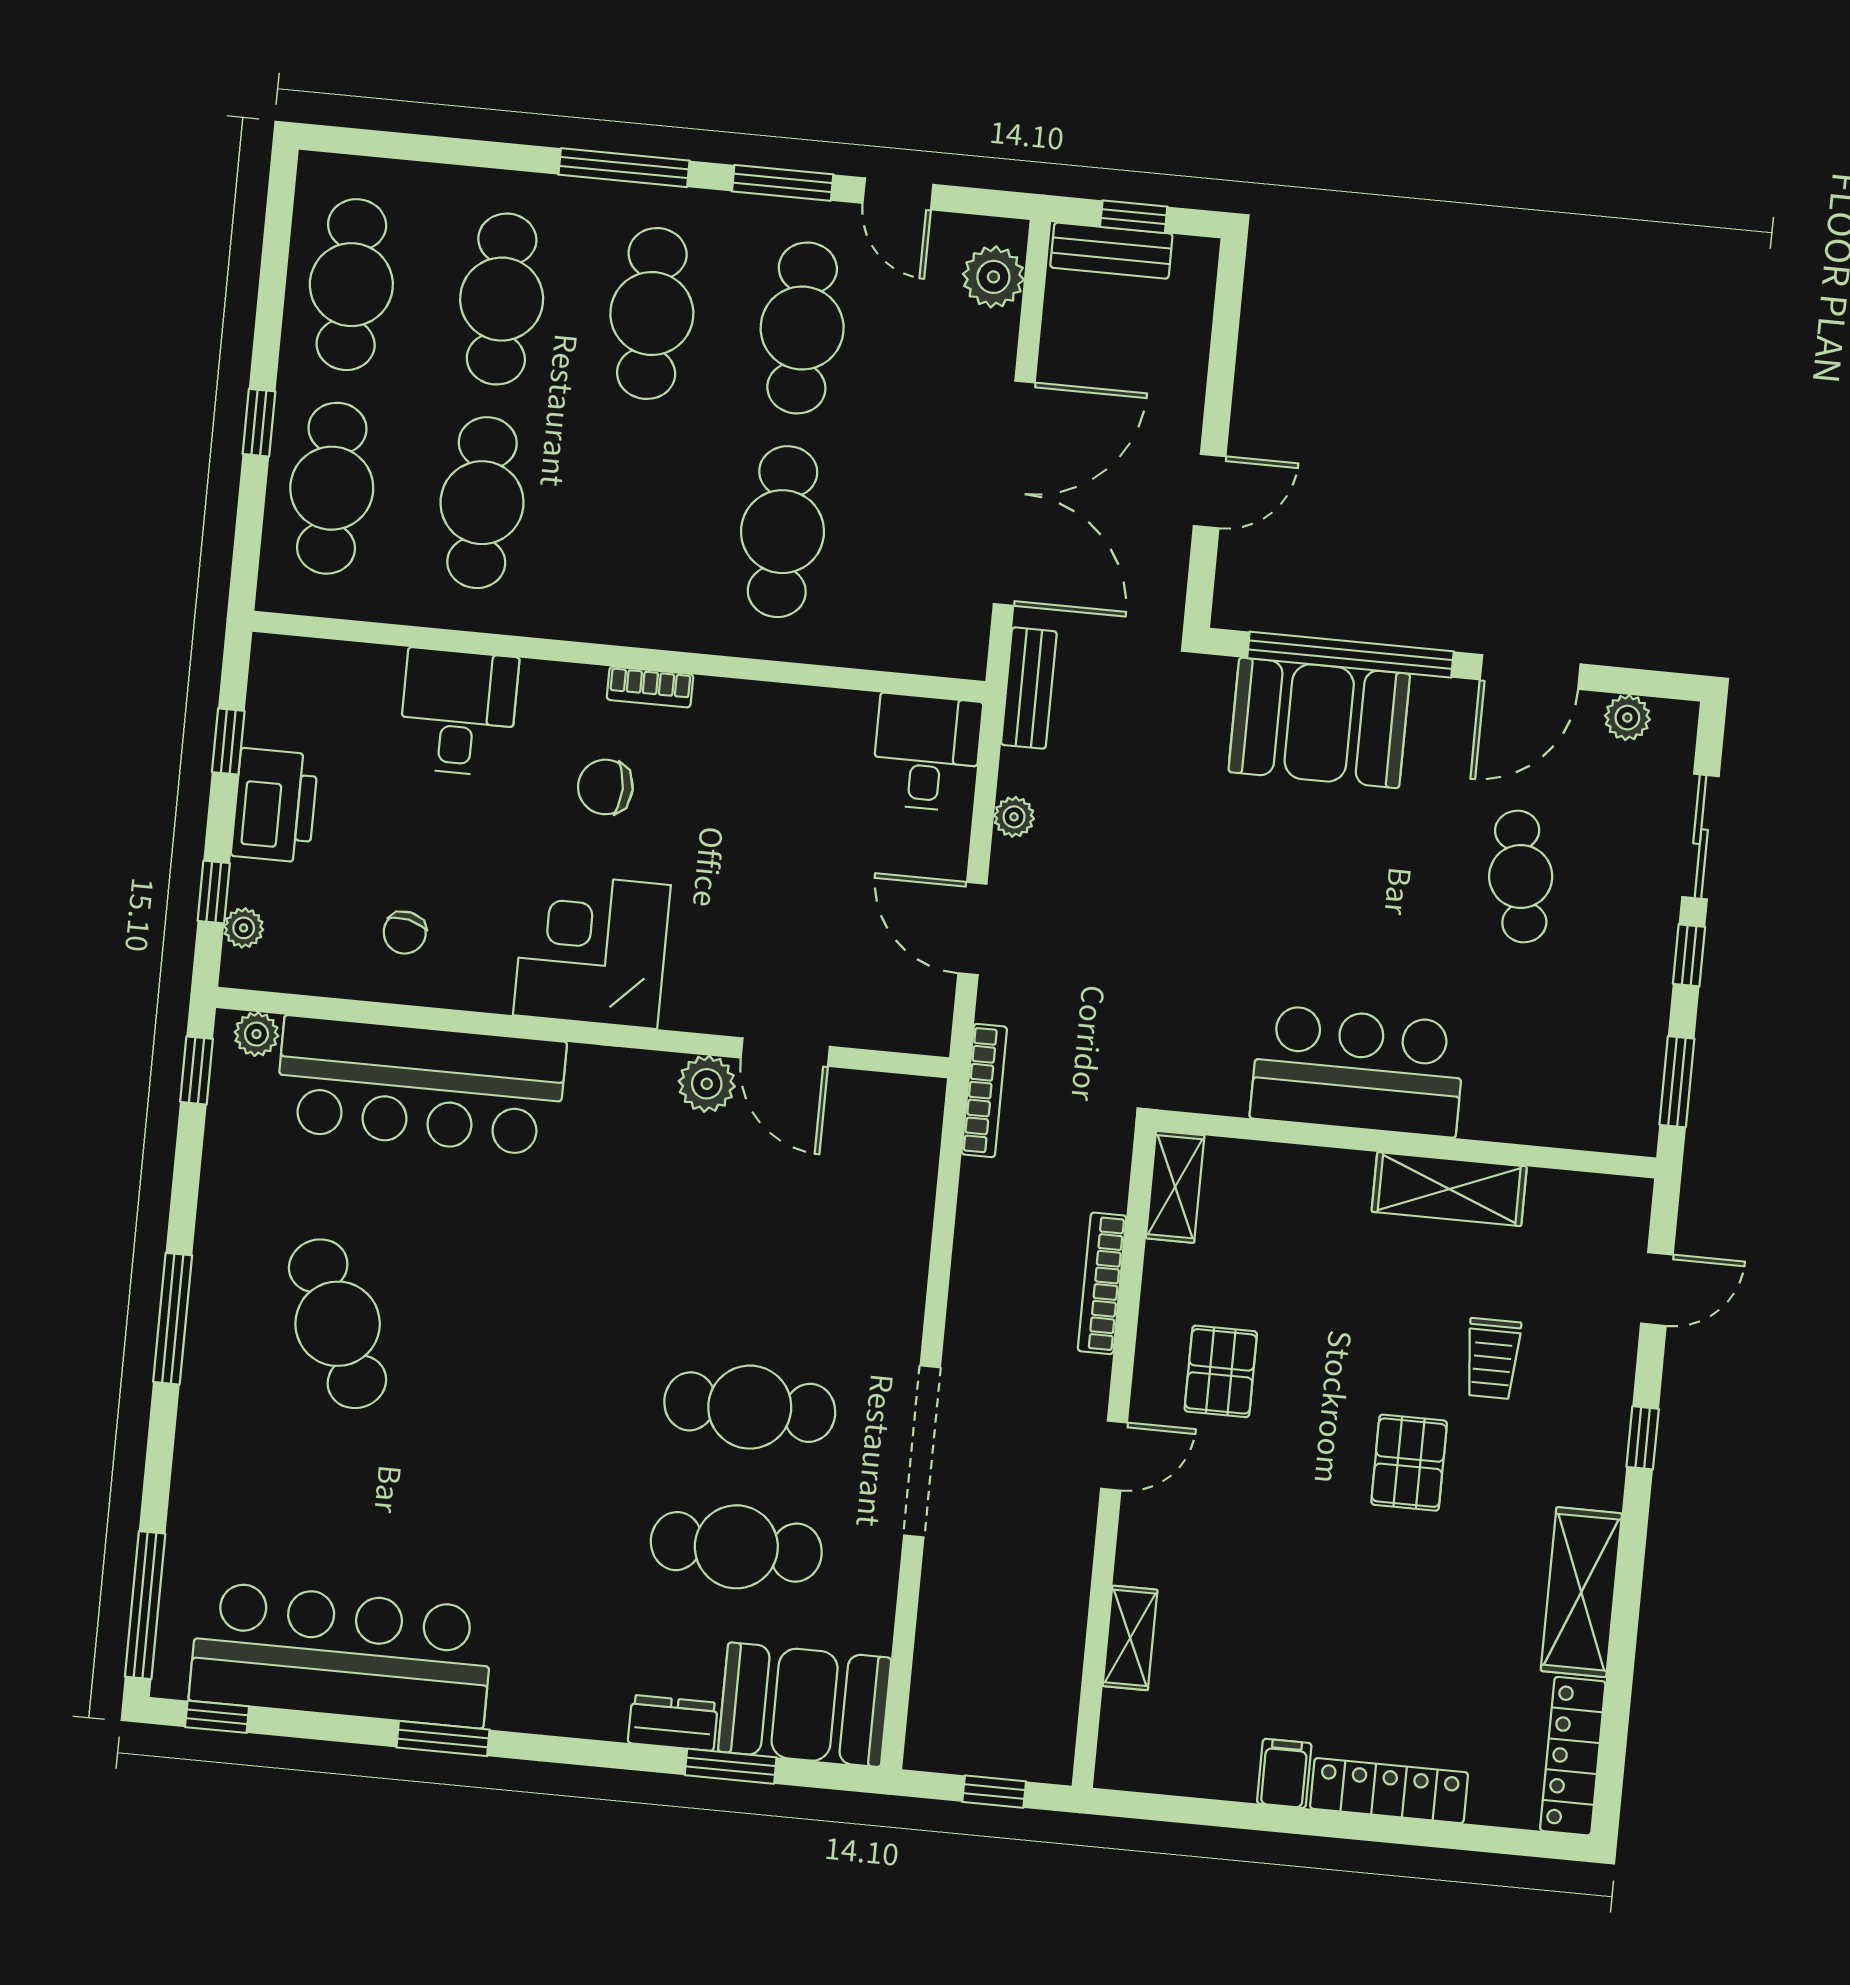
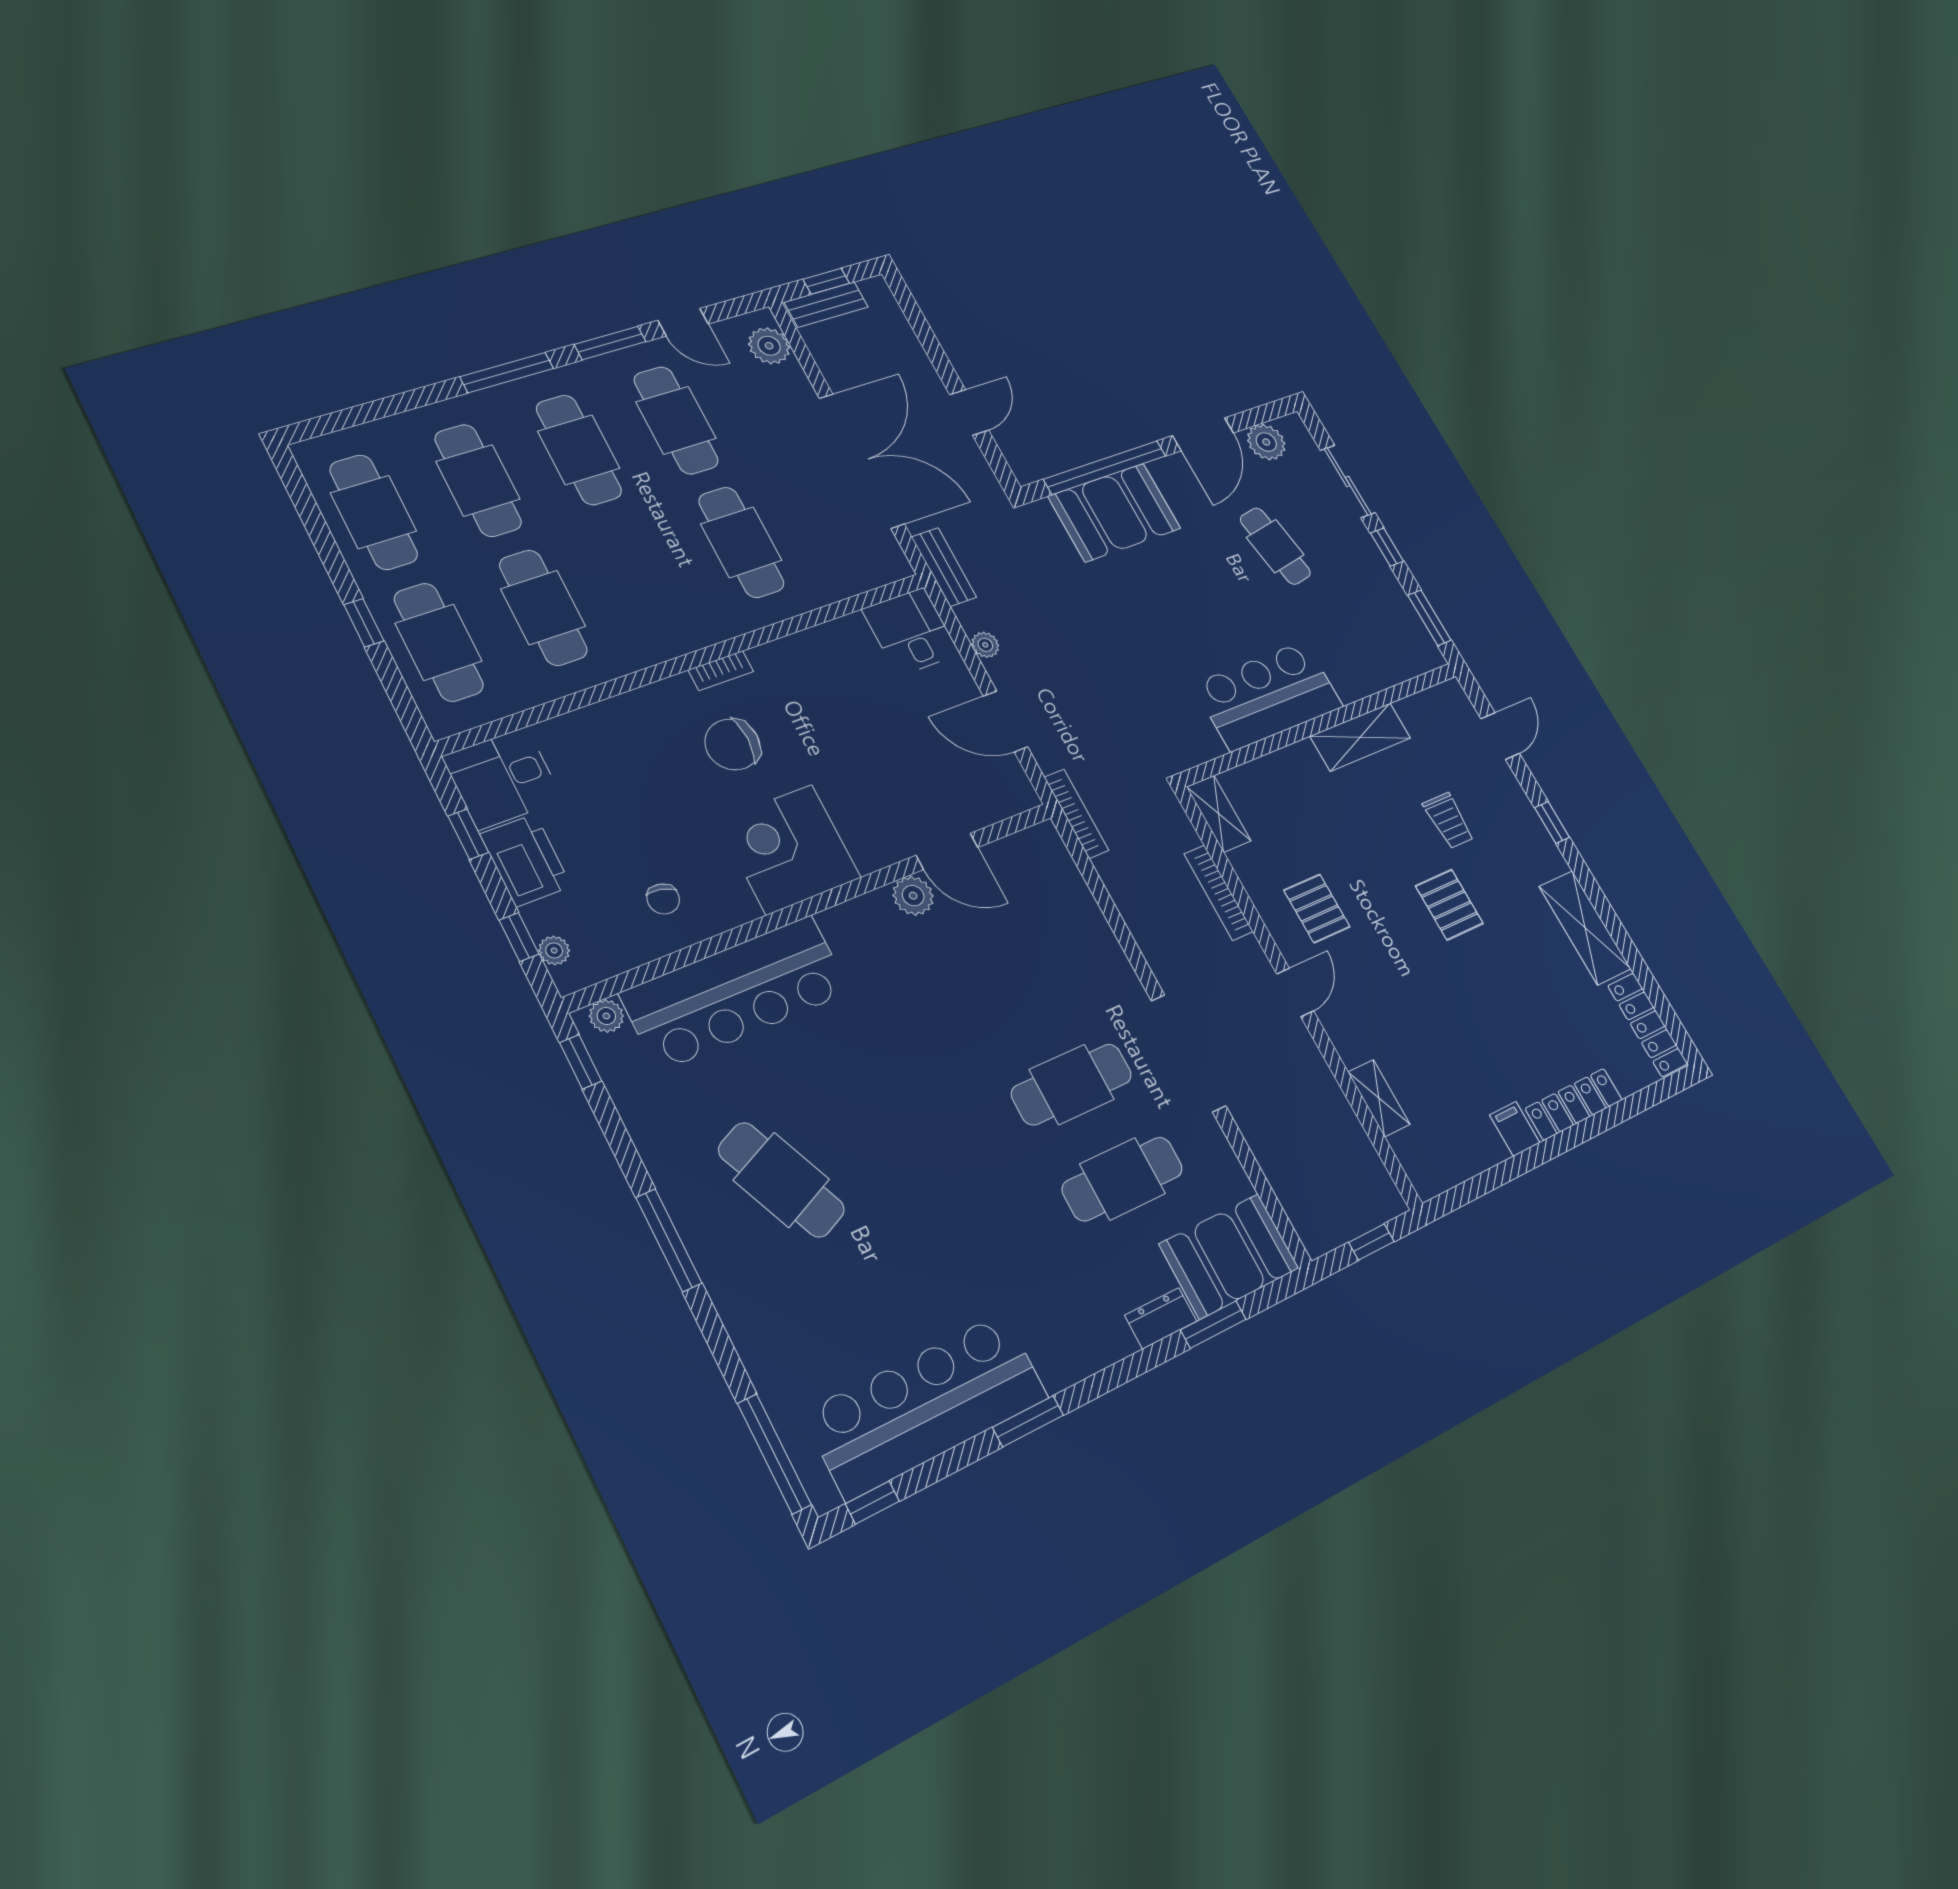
desk: (458, 712) -> (502, 778), moved, turned -90
plant: (1627, 718) -> (1266, 442), width x1.38, depth x1.38
chair: (605, 787) -> (733, 744), width x1.37, depth x1.37

